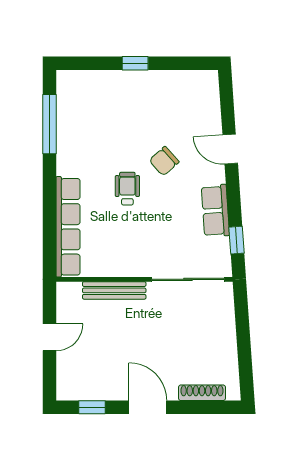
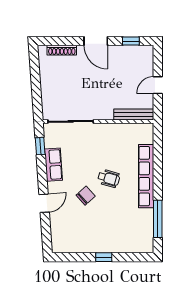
door: (230, 149) -> (44, 203), hinge flipped
wheelchair: (127, 189) -> (109, 178), turned -74
row of seats: (68, 227) -> (146, 176), moved
bench: (114, 290) -> (134, 114), moved

